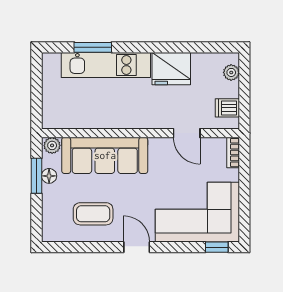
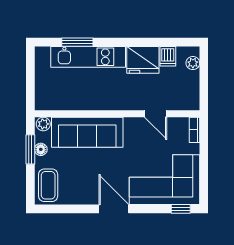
dishwasher: (227, 108) -> (168, 56), moved, turned -90
coffee table: (93, 214) -> (48, 185), moved, turned 90
door: (137, 247) -> (114, 209), width x1.38

